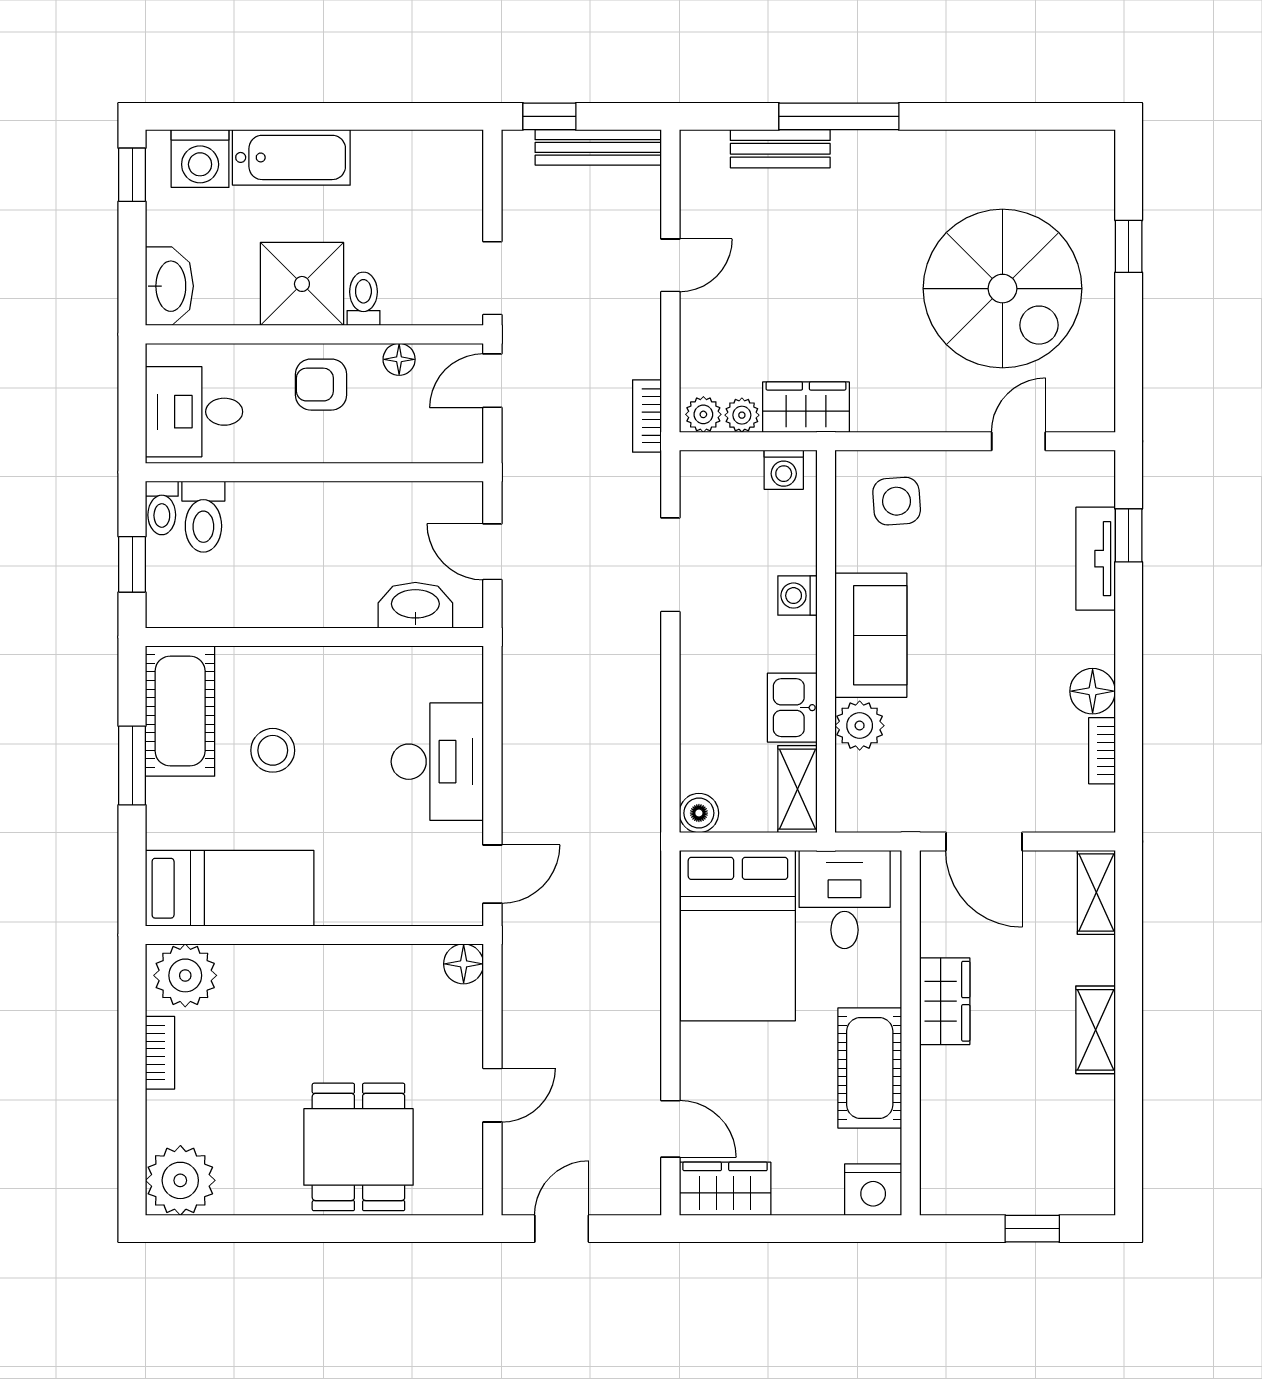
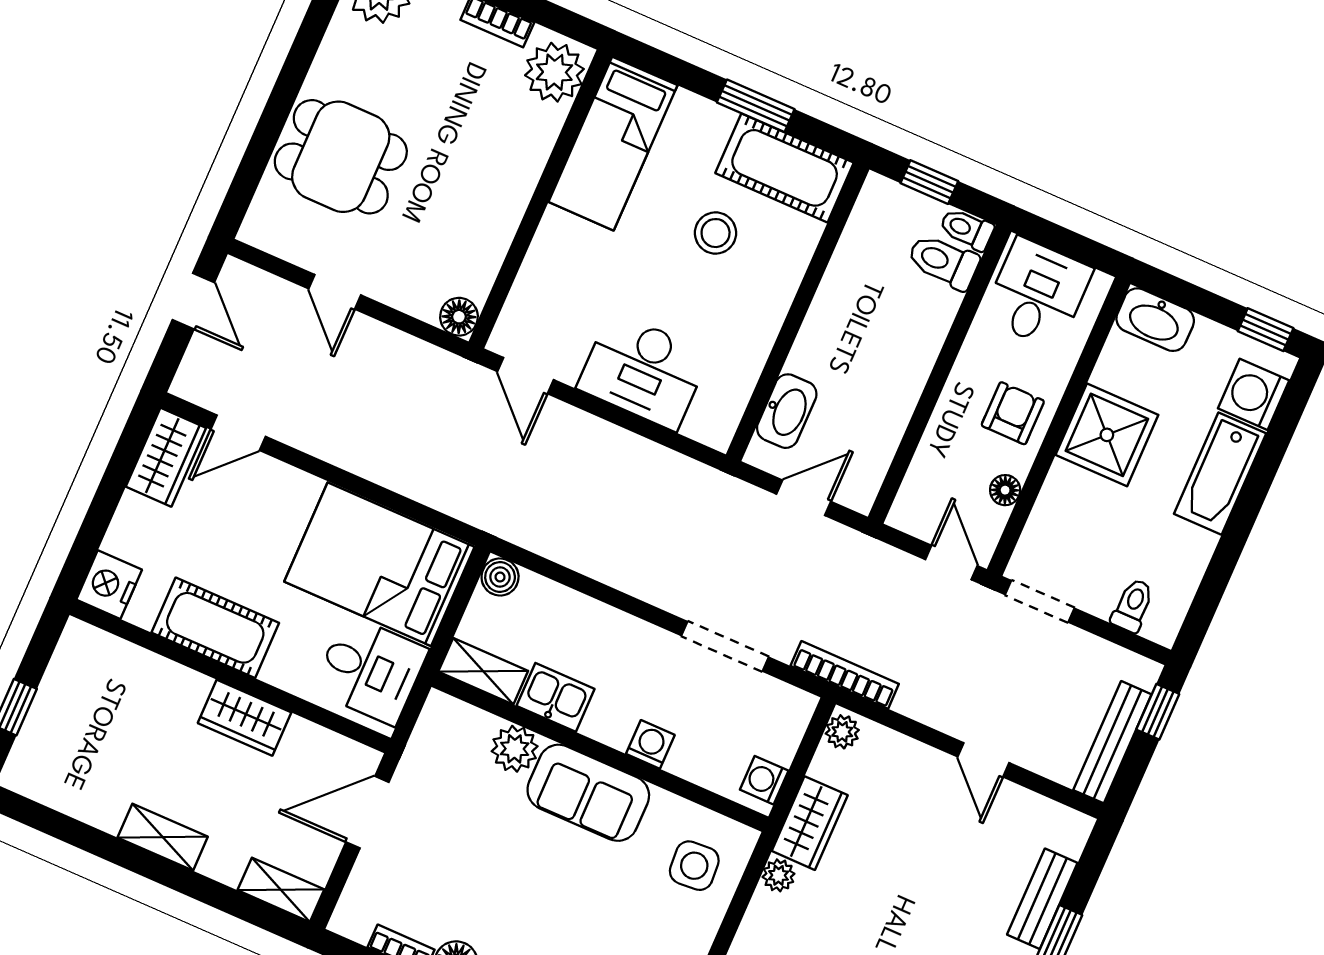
toilet: (363, 299) -> (1133, 606), moved, turned -90
plant: (742, 415) -> (779, 875), moved
bookcase: (647, 416) -> (845, 675), width x1.56

